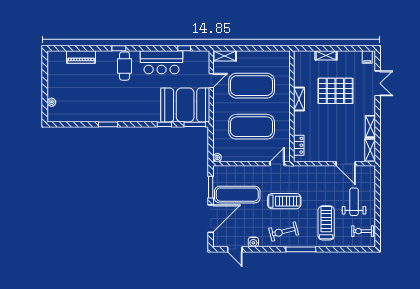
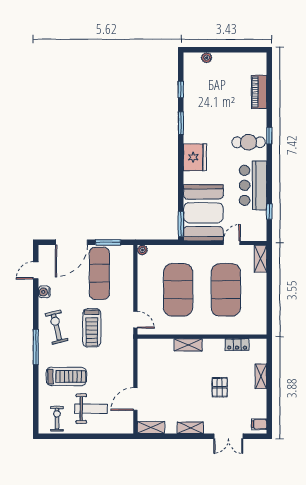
door: (211, 81) -> (232, 243), swing flipped
pallet: (335, 91) -> (220, 387), width x0.49, depth x0.50
shelving: (299, 99) -> (188, 345), moved
fridge: (137, 112) -> (195, 157), added
window: (164, 124) -> (181, 89), moved
shelving: (370, 126) -> (190, 428), moved
locker: (299, 145) -> (237, 345), moved
door: (211, 219) -> (71, 242), hinge flipped

